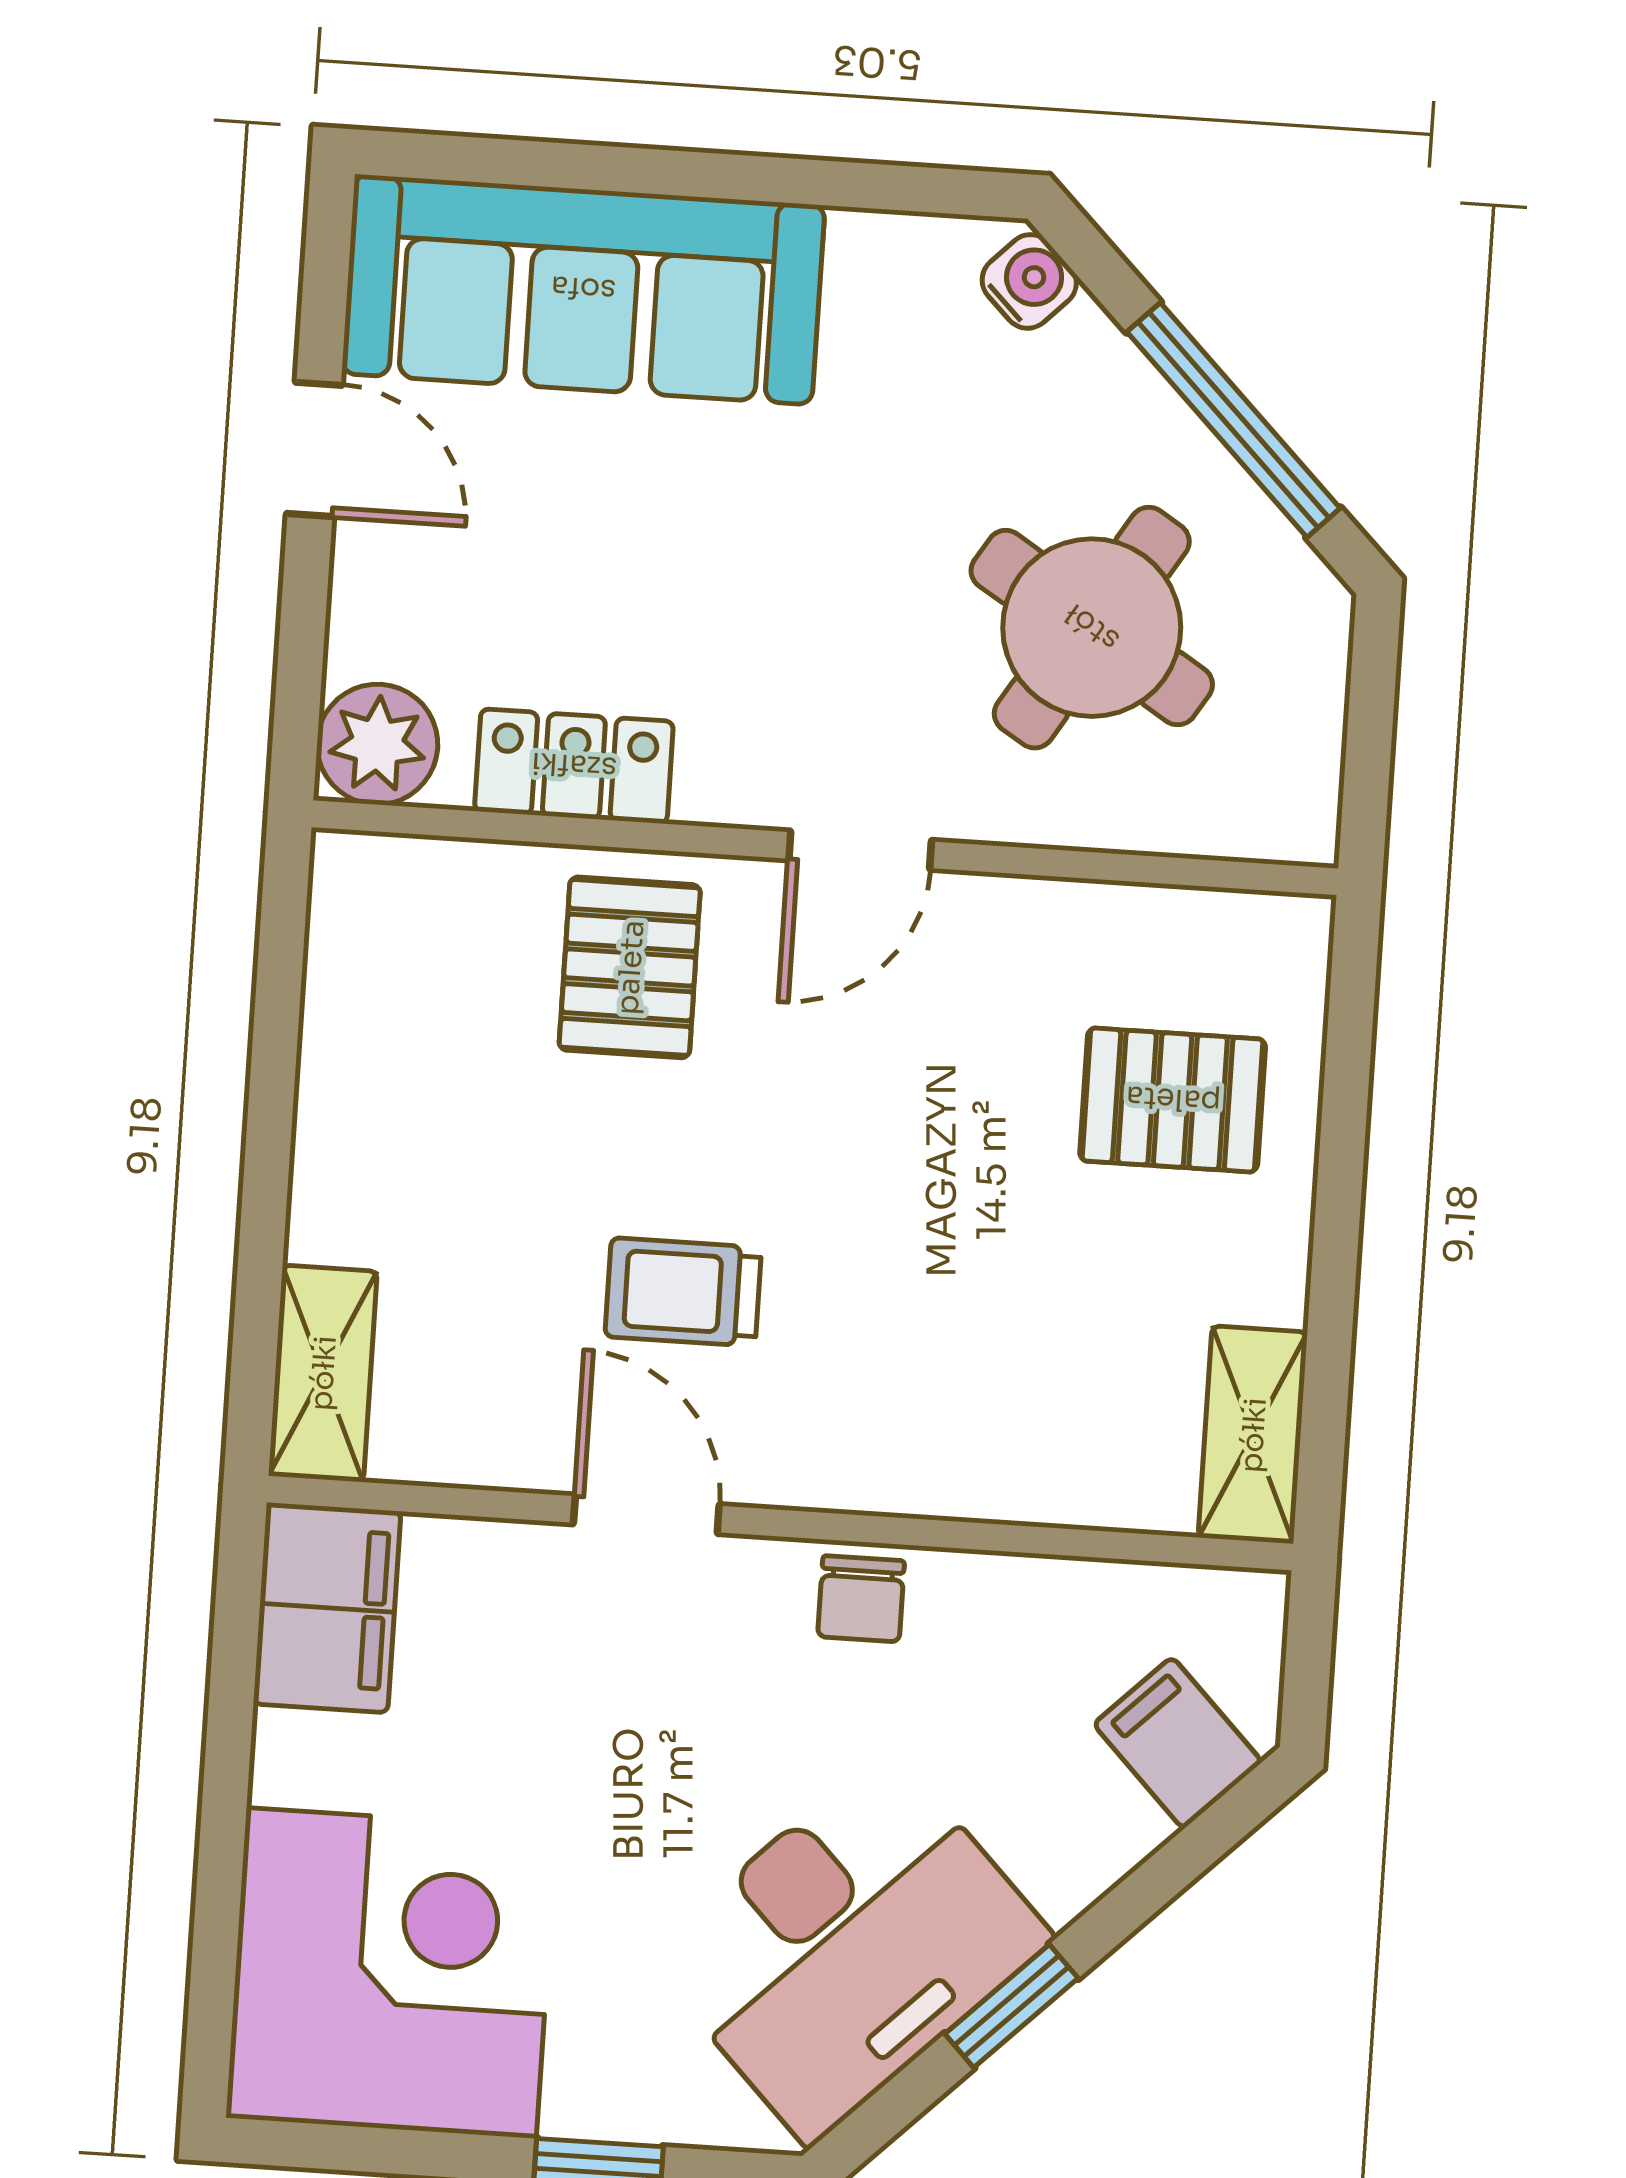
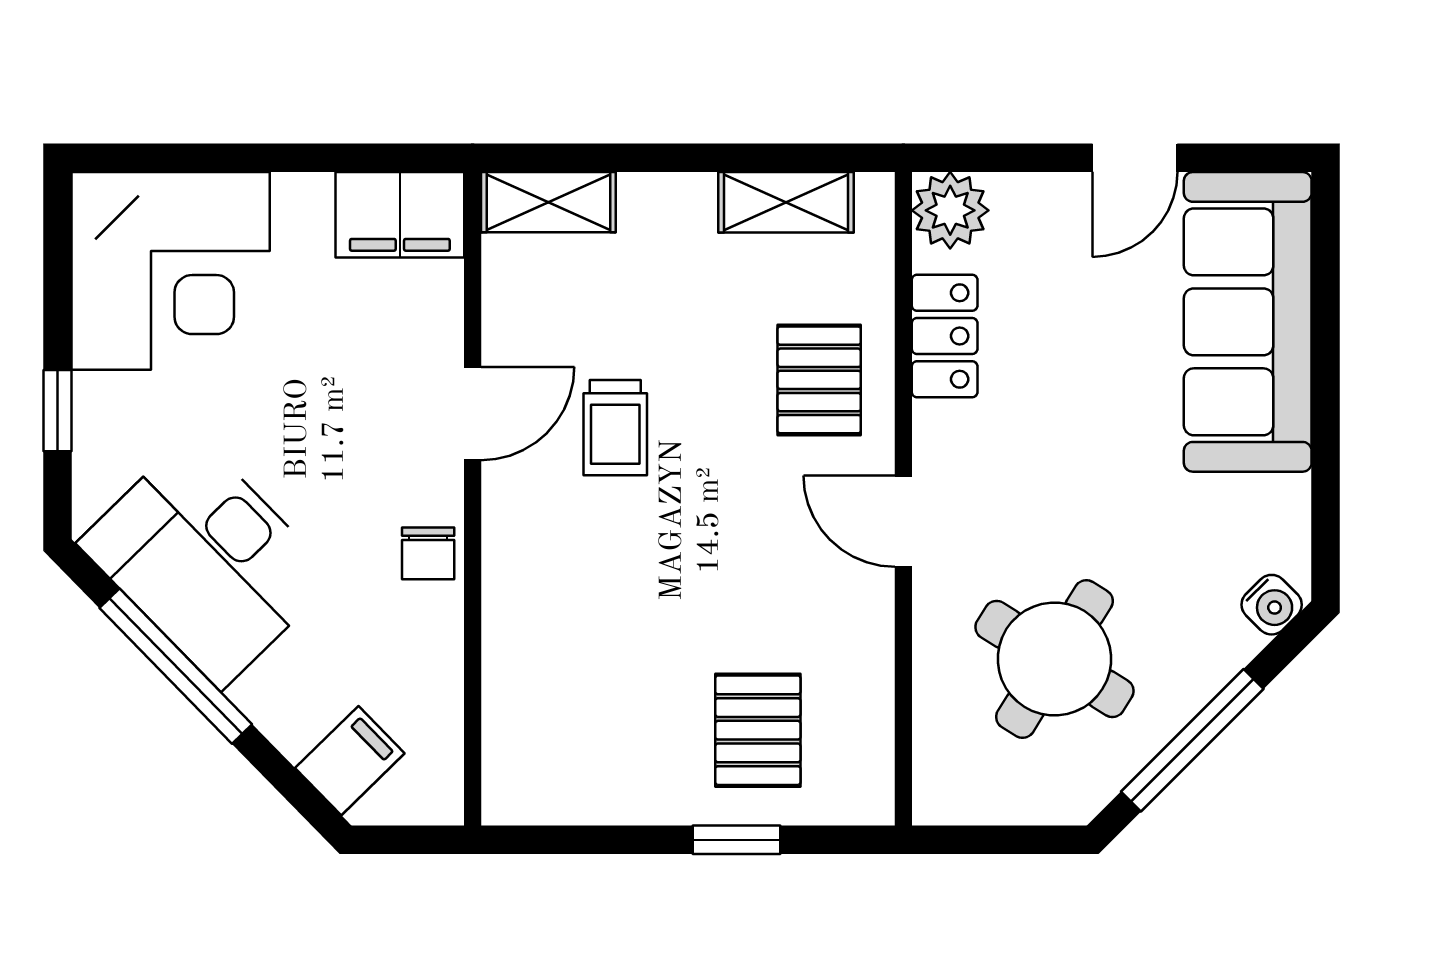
pallet: (630, 967) -> (819, 380), turned 90
window: (1342, 1145) -> (737, 840), added
trolley: (683, 1292) -> (615, 428), turned 180
shelving: (1253, 1435) -> (786, 202), moved
chair: (861, 1599) -> (428, 553), turned -90
window: (1011, 2006) -> (176, 666), width x2.17

